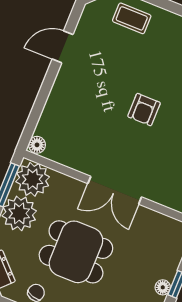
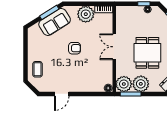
door: (63, 47) -> (62, 94), hinge flipped
double door: (115, 190) -> (114, 47), swing flipped

